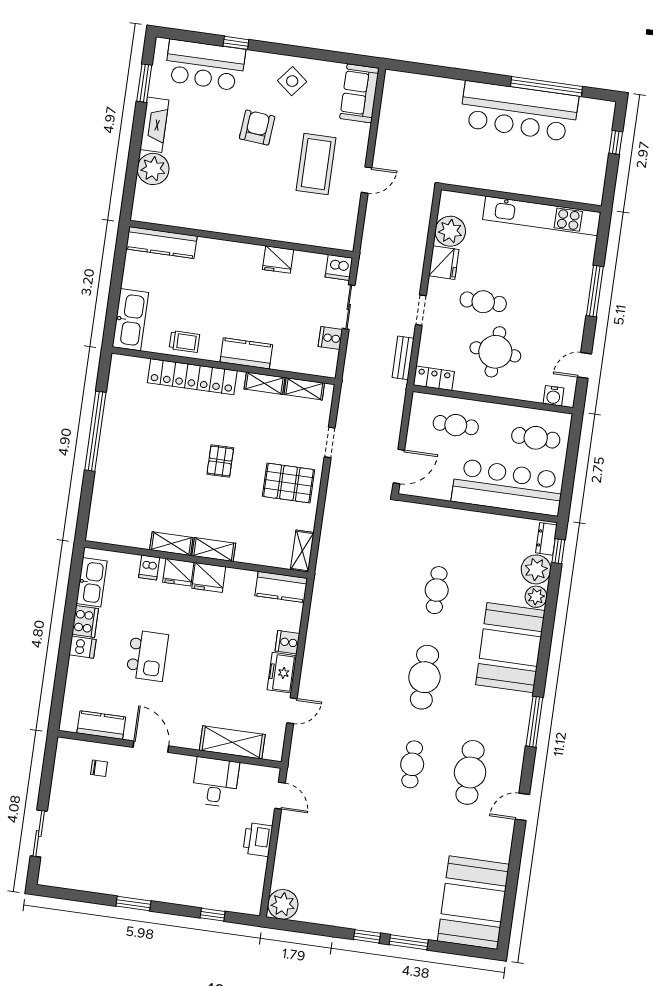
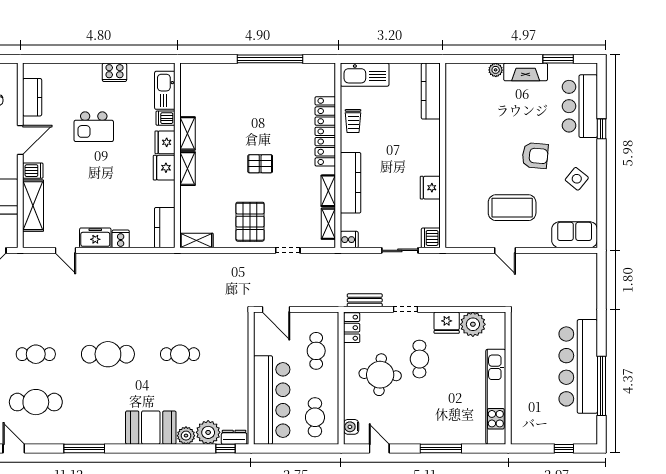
plant: (153, 169) -> (496, 70), width x0.53, depth x0.53
cooker: (330, 338) -> (349, 240), moved, turned 90
kitchen counter: (246, 353) -> (350, 183), width x1.50
kitchen sink: (92, 582) -> (165, 90), moved, turned 90
dishwasher: (82, 647) -> (33, 171), moved, turned -90
booth: (510, 648) -> (151, 428), width x0.73, depth x0.70

